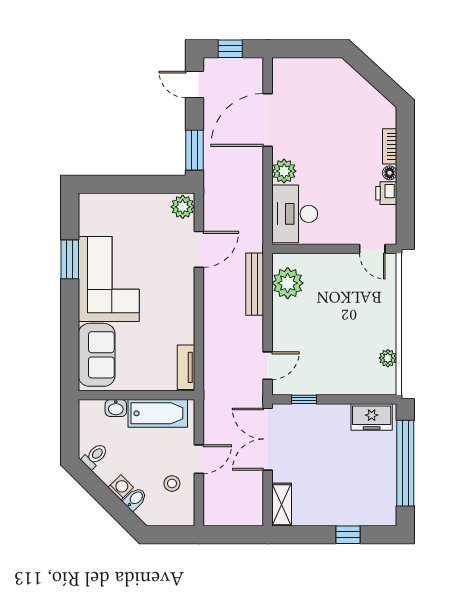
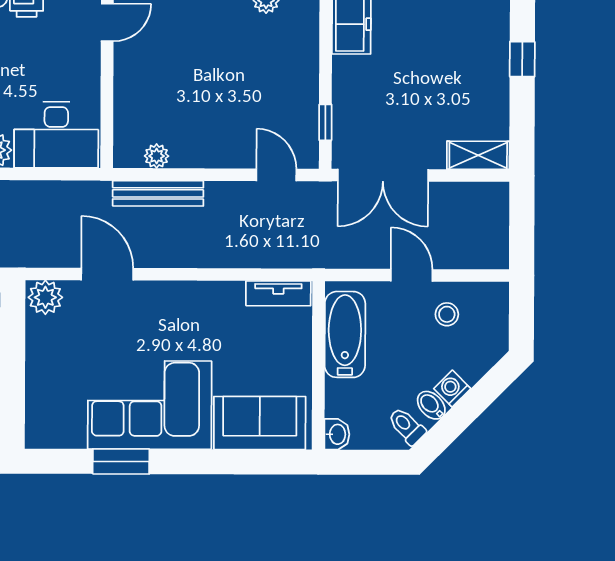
plant: (288, 283) -> (157, 156), width x0.53, depth x0.53
washbasin: (116, 408) -> (337, 434), moved
bidet: (135, 499) -> (431, 405), moved

